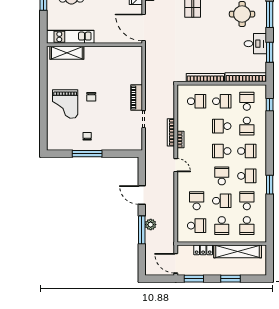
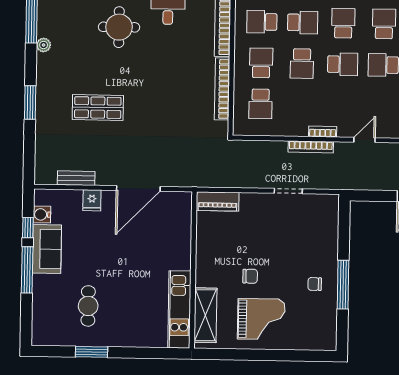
kitchen unit: (70, 37) -> (179, 309), moved
wall: (94, 45) -> (193, 270), moved
shelving: (67, 53) -> (205, 315), moved
piano: (137, 97) -> (218, 201), moved
school desk: (197, 101) -> (260, 104), turned 180
school desk: (222, 151) -> (343, 64), turned -90

